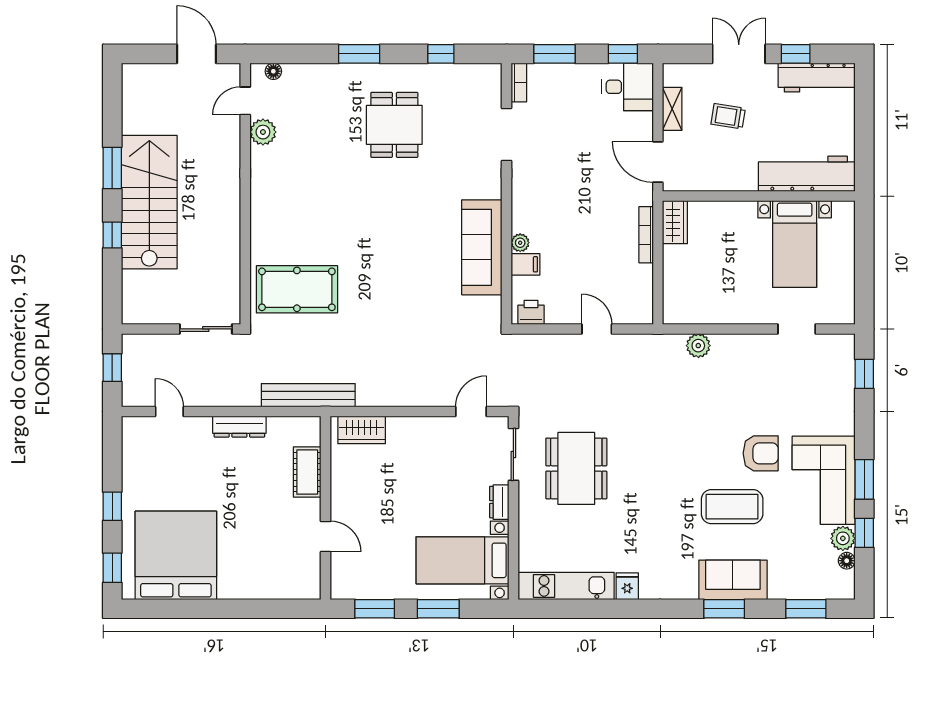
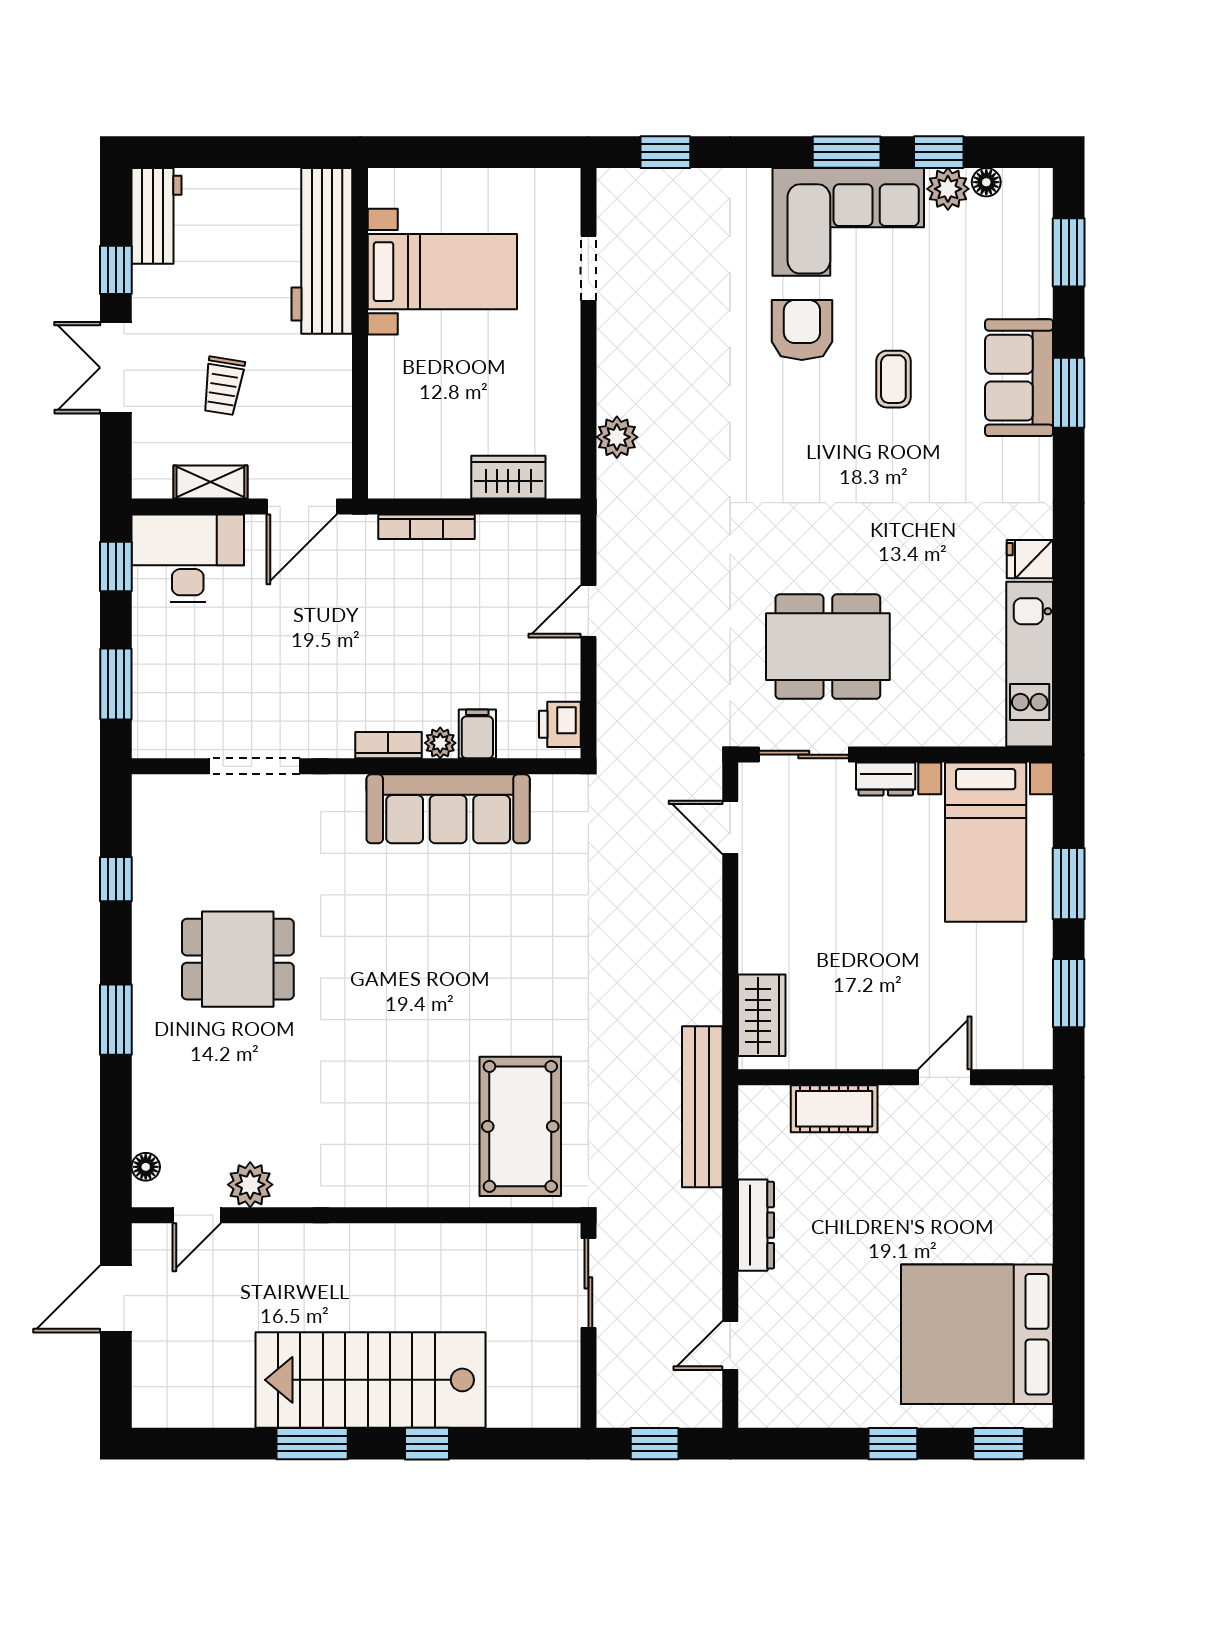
workbench: (817, 77) -> (156, 216), width x0.73
bookcase: (519, 83) -> (388, 745), moved
desk: (628, 87) -> (188, 558), width x1.37
door: (245, 101) -> (197, 1215), hinge flipped
wardrobe: (675, 222) -> (508, 477), moved
coffee table: (732, 507) -> (893, 379), width x0.54, depth x0.58

